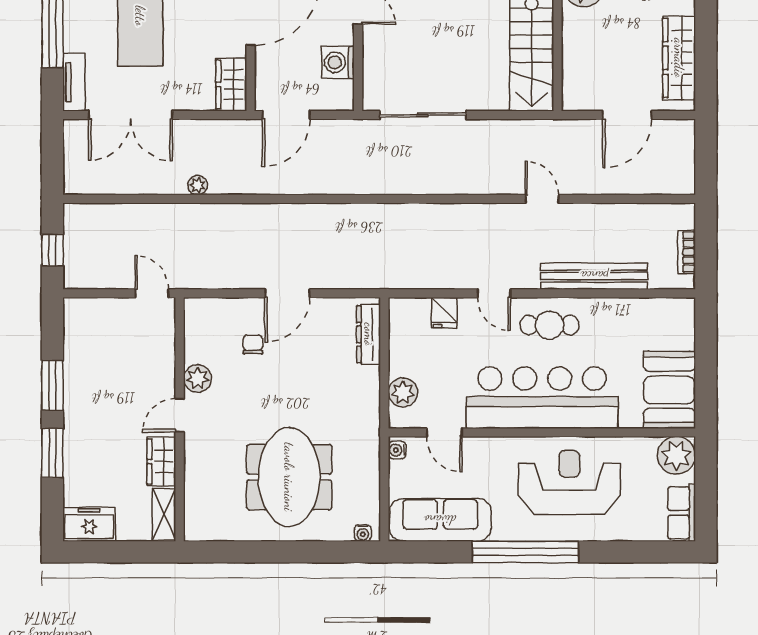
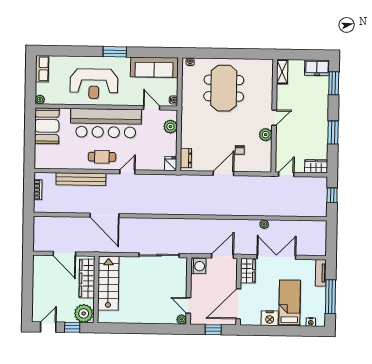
wardrobe: (679, 58) -> (87, 278), moved, turned 180
washing machine: (338, 62) -> (198, 266), moved
double door: (131, 115) -> (276, 257), moved
door: (627, 115) -> (64, 254), swing flipped
door: (542, 199) -> (105, 215), width x1.88
door: (152, 293) -> (286, 174), swing flipped
door: (494, 293) -> (127, 172), hinge flipped
fridge: (444, 313) -> (171, 164), moved
dresser: (369, 334) -> (186, 158), width x0.70
window: (52, 453) -> (334, 83), moved
plant: (676, 455) -> (40, 99), width x0.53, depth x0.53
wardrobe: (161, 462) -> (316, 166), moved, turned -90
window: (525, 552) -> (115, 52), width x0.47

